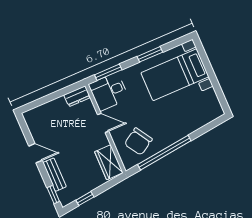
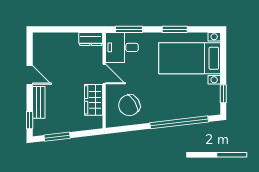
window: (220, 94) -> (223, 94), added
window: (164, 153) -> (179, 122), moved
wardrobe: (109, 162) -> (94, 100), moved
window: (85, 199) -> (57, 137), width x1.50

